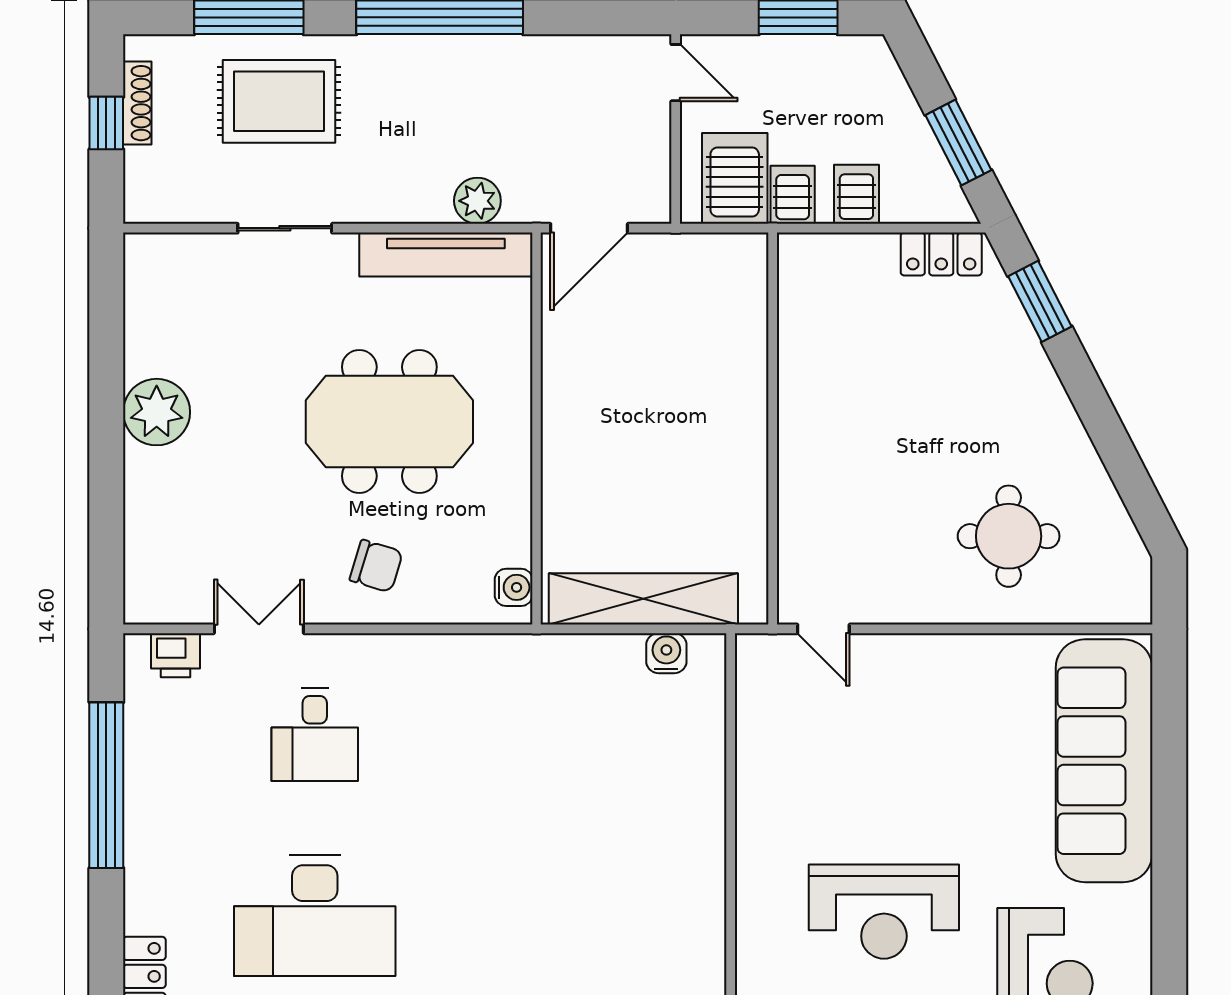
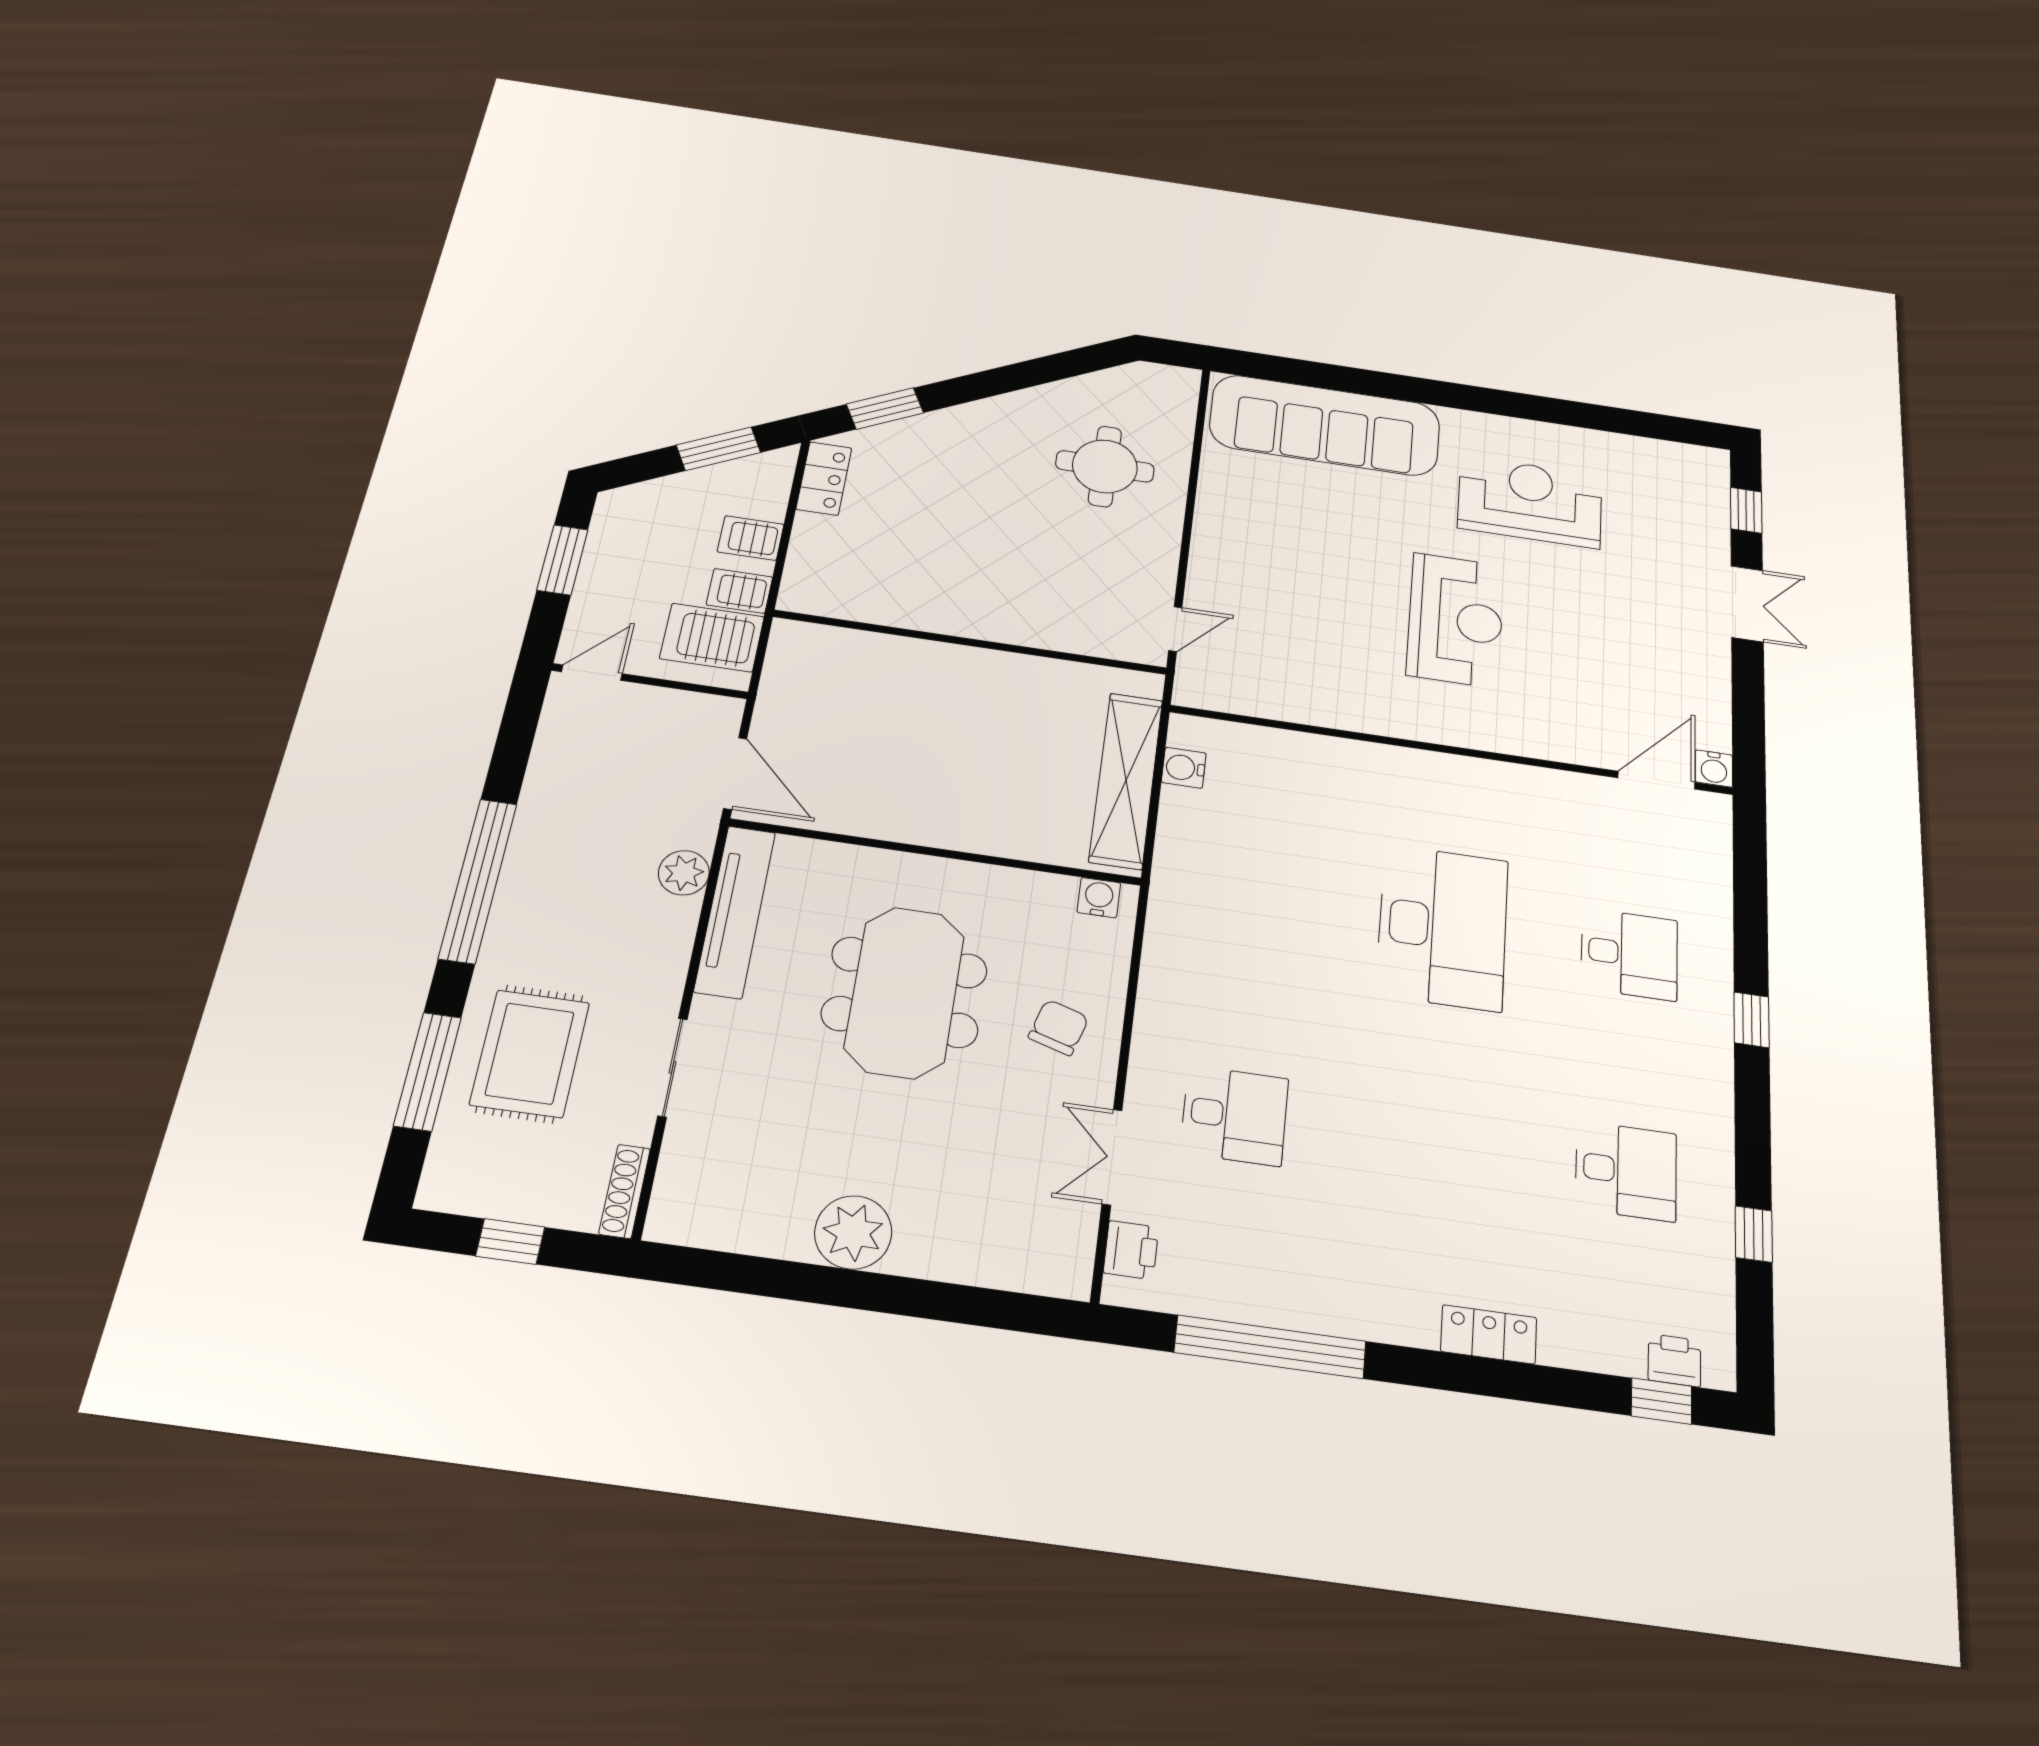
shoe rack: (137, 103) -> (625, 1191), moved, turned -90
desk: (315, 916) -> (1443, 927), moved

